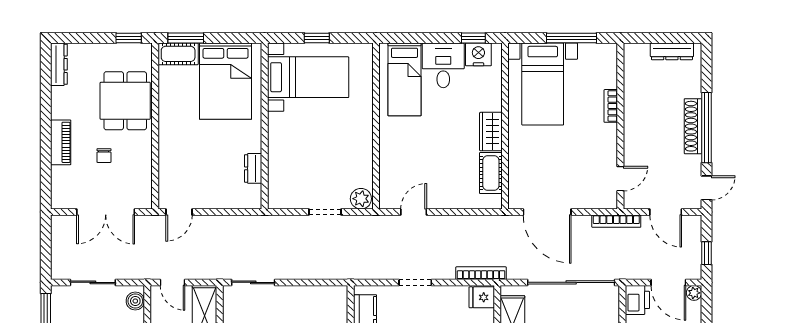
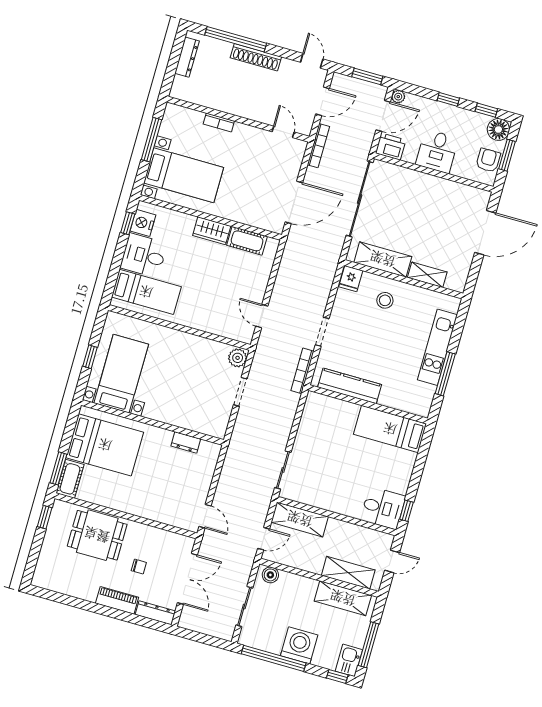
dresser: (59, 64) -> (155, 613), moved
window: (706, 128) -> (236, 39), moved
window: (706, 253) -> (367, 76), width x1.50
bookcase: (481, 273) -> (302, 371), moved

